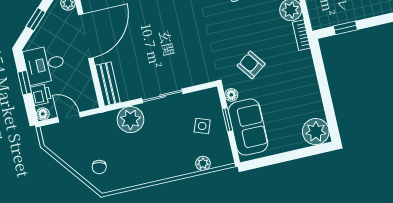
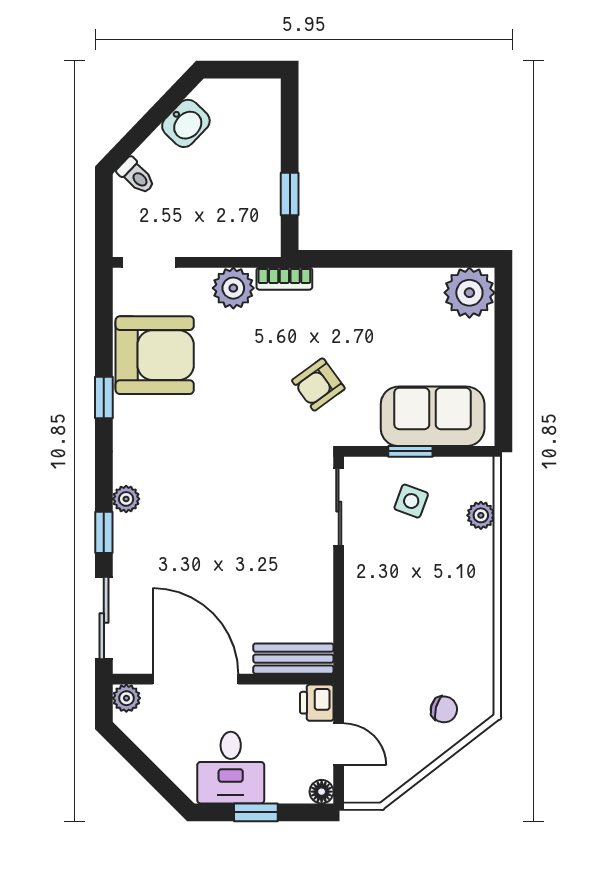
window: (36, 19) -> (143, 765), removed
printer: (41, 95) -> (317, 703), moved, turned -90
floor lamp: (231, 95) -> (366, 434), removed
sliding door: (162, 96) -> (339, 507), moved
door: (69, 117) -> (339, 744), swing flipped
plant: (130, 120) -> (369, 631), removed

